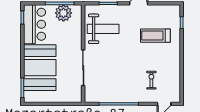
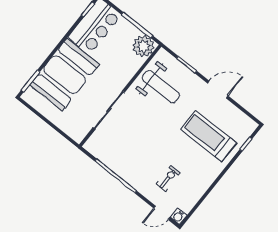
plant: (63, 13) -> (143, 46), moved
treadmill: (155, 36) -> (209, 136), width x1.37, depth x1.38
water cooler: (176, 98) -> (179, 216), added

